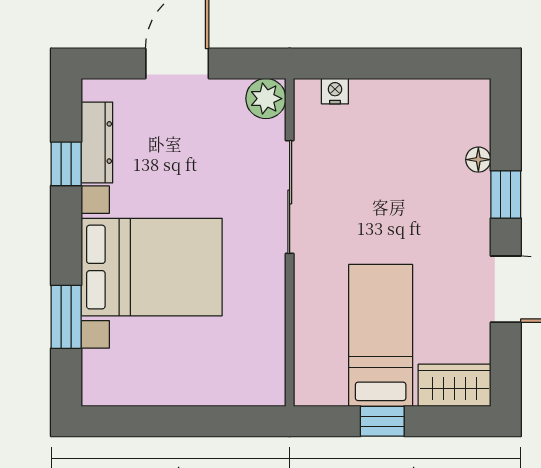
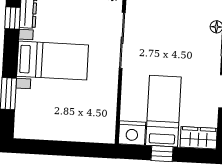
bed with nightstands: (152, 267) -> (53, 61), width x0.73
nightstand: (320, 383) -> (132, 133), added

